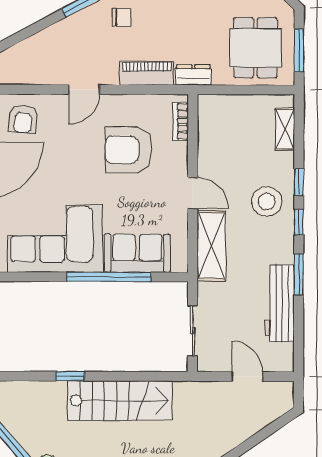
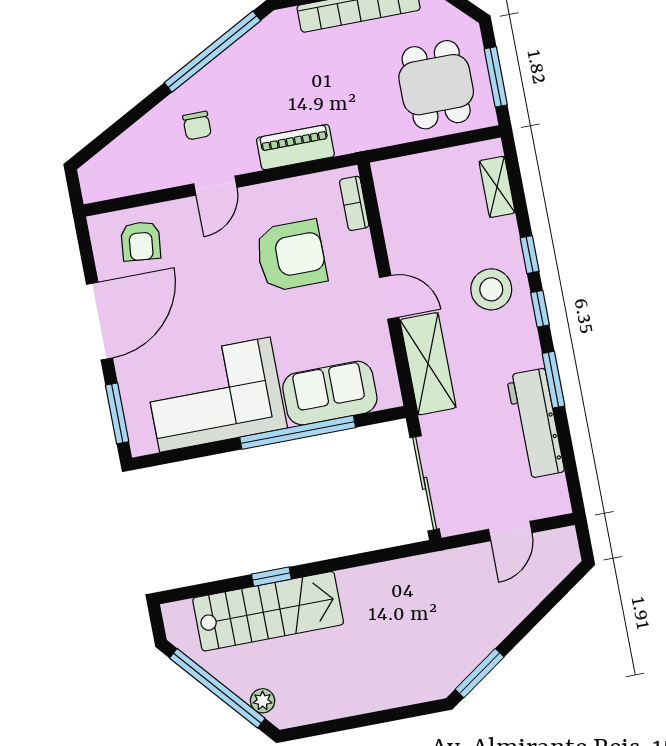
chair: (121, 18) -> (197, 126), moved, turned 90
dresser: (193, 75) -> (359, 138), removed
armchair: (128, 150) -> (291, 256), turned 180
sliding door: (192, 331) -> (425, 483), width x1.37
door: (247, 376) -> (510, 531), swing flipped
stairs: (120, 401) -> (268, 611), moved

